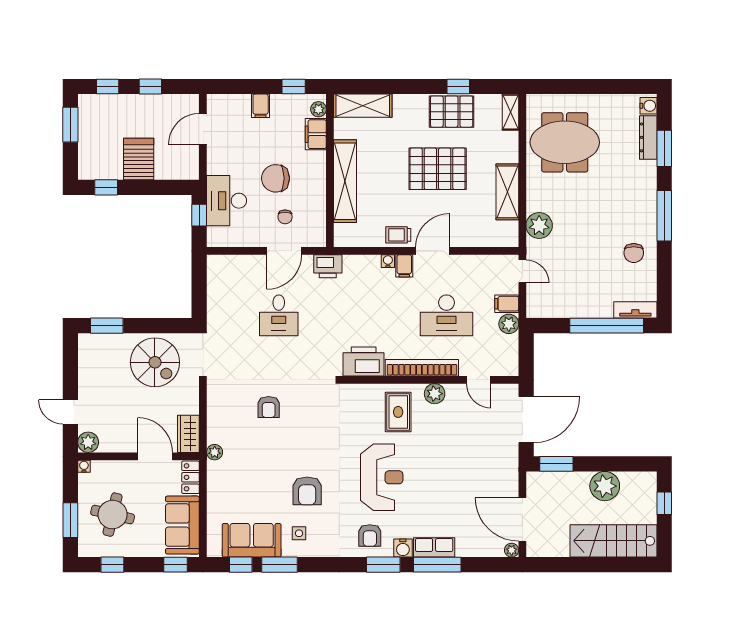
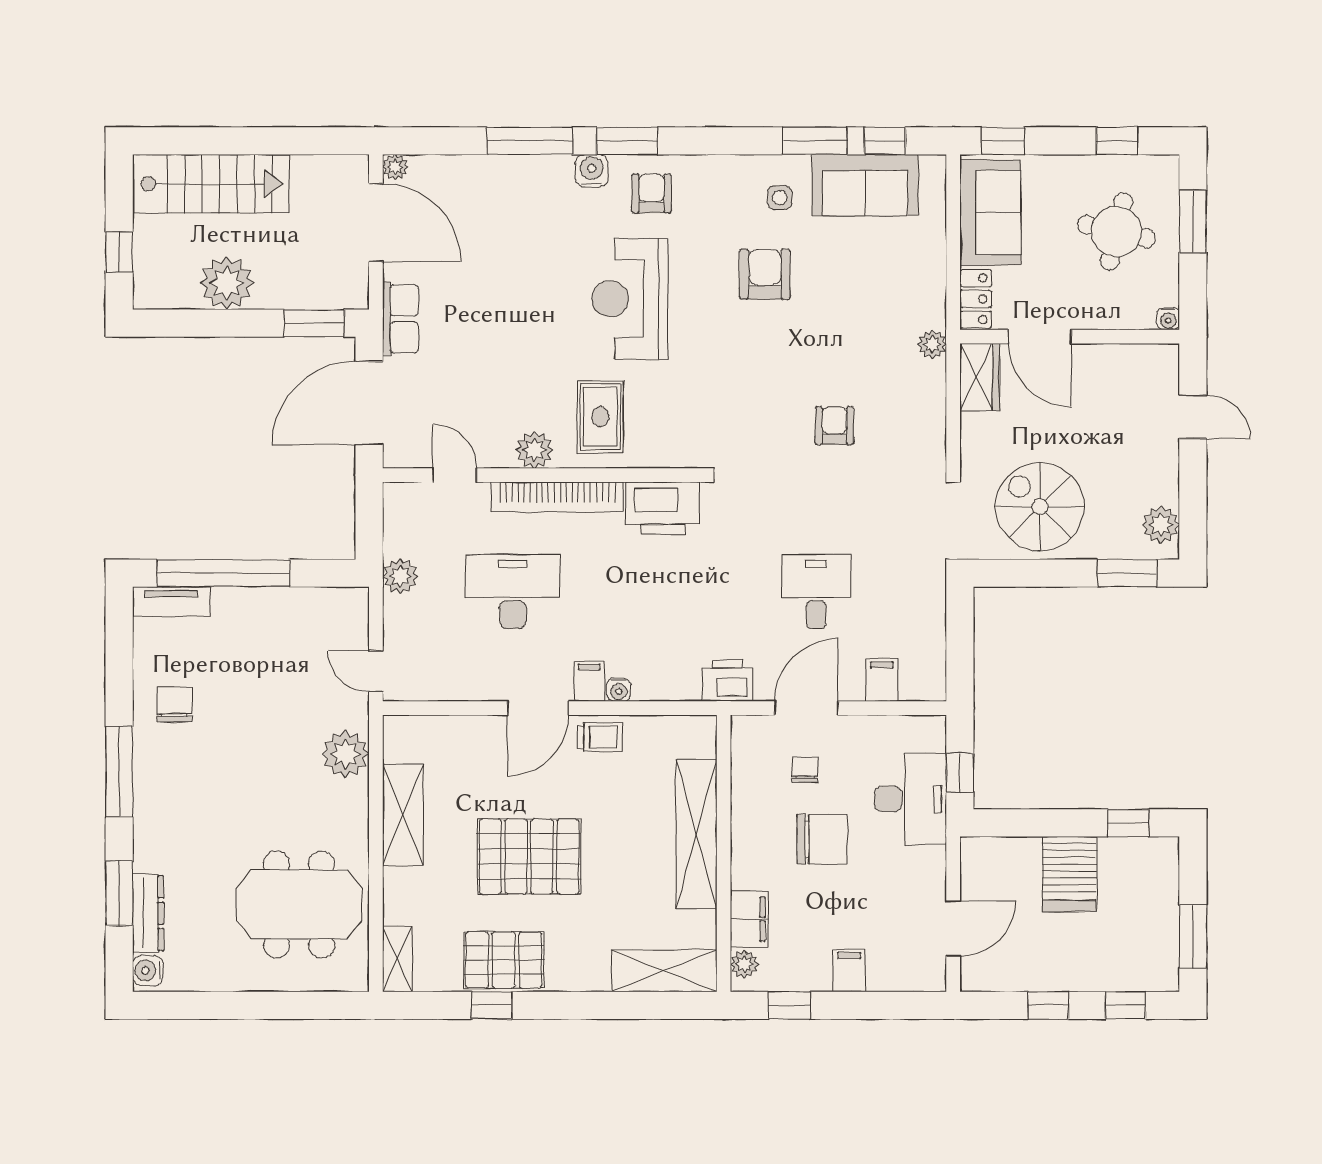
filing cabinet: (507, 304) -> (882, 680), moved, turned -90
plant: (88, 442) -> (1161, 525), moved
row of seats: (434, 547) -> (400, 319), moved, turned -90

